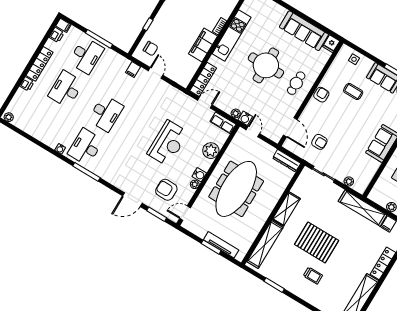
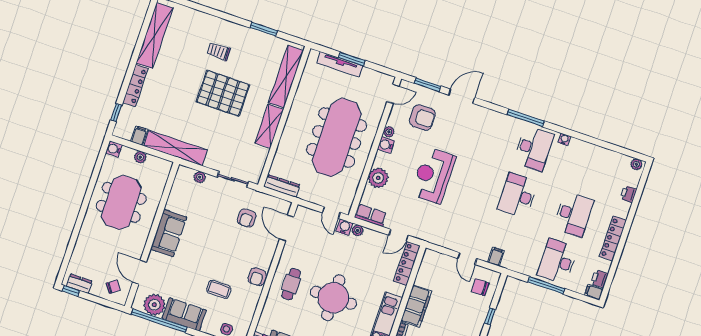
printer: (27, 84) -> (628, 194), moved
armchair: (319, 142) -> (247, 218), turned -90

